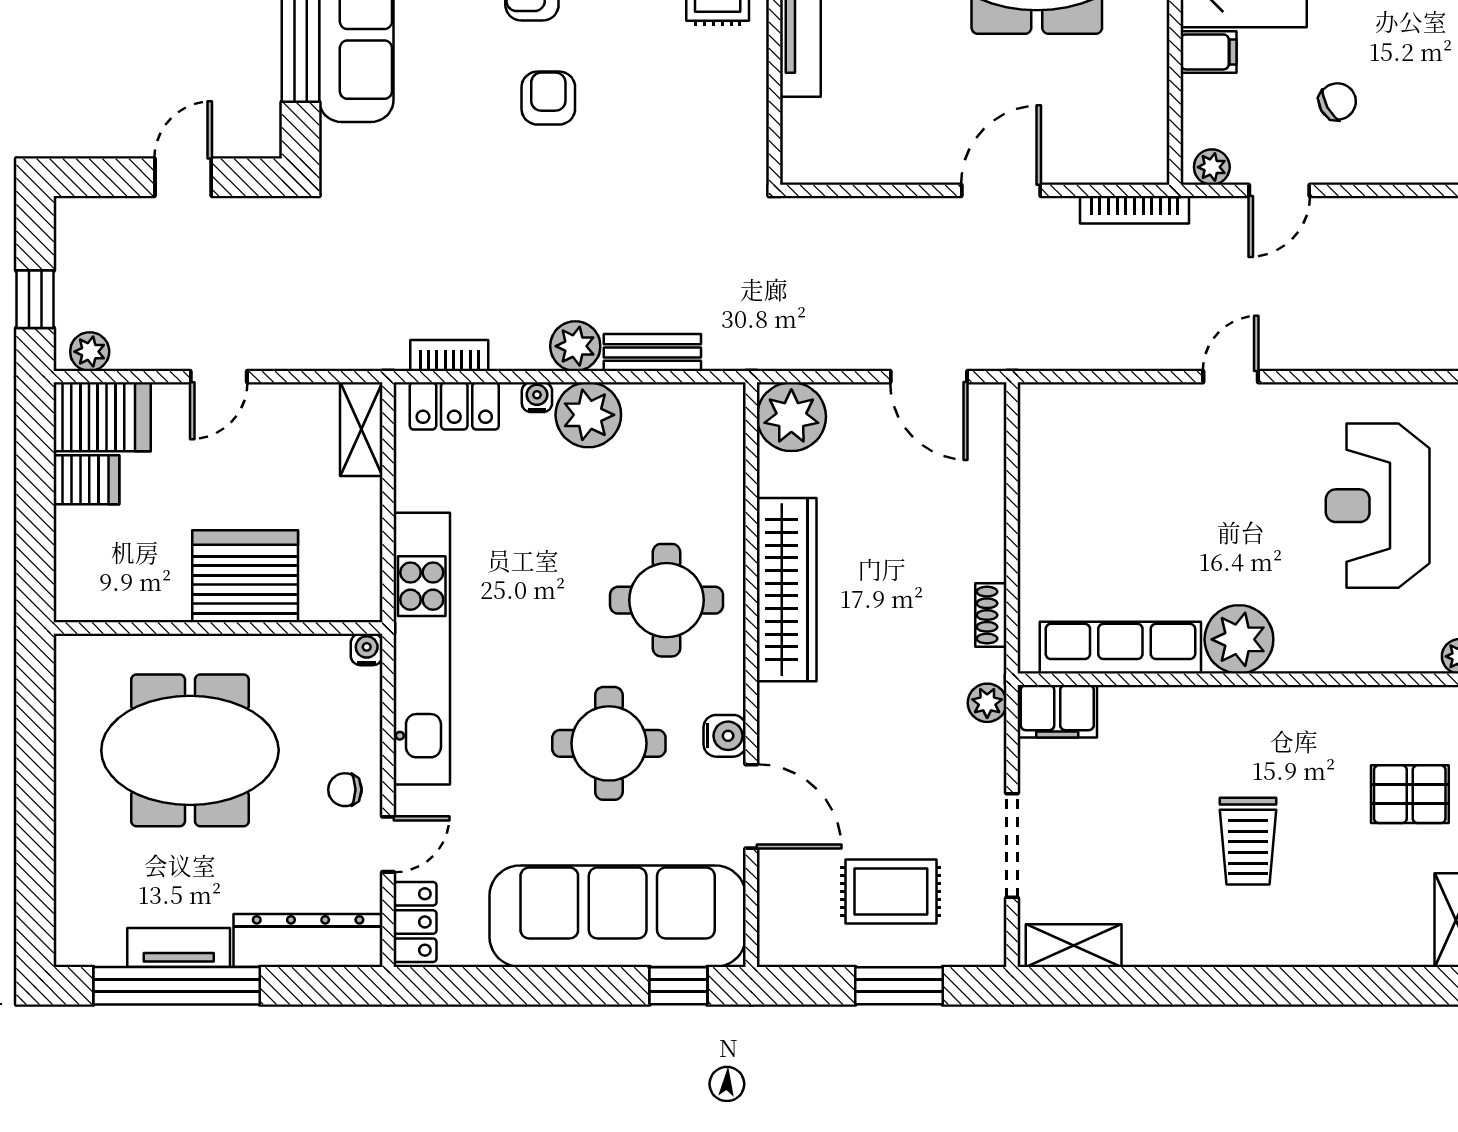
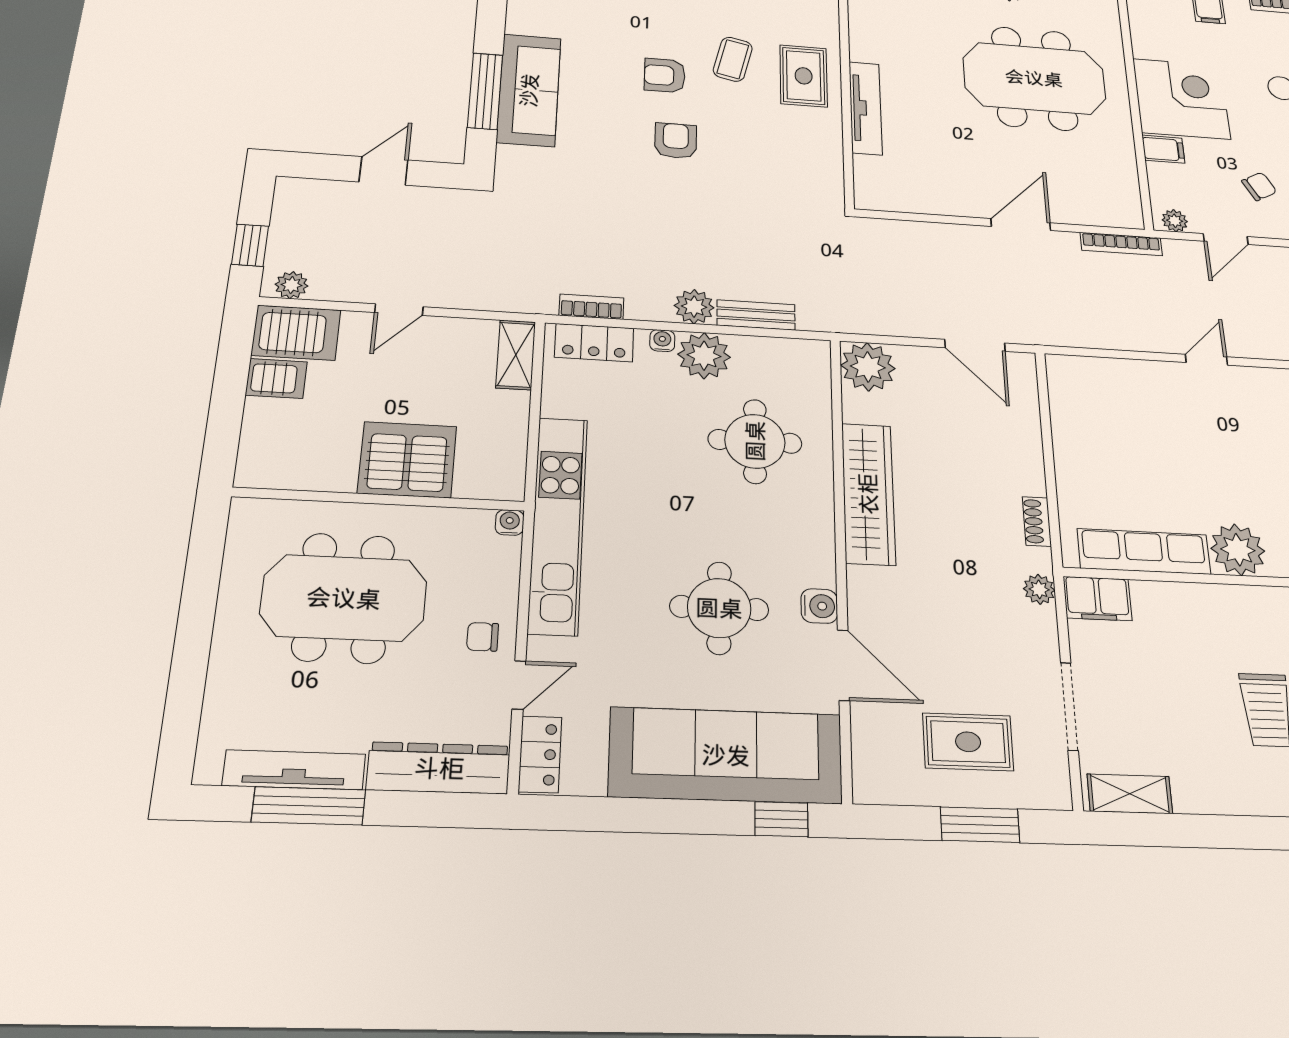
round table: (667, 600) -> (755, 441), moved
tv unit: (179, 947) -> (294, 770), width x1.41
window: (177, 986) -> (309, 806), width x0.68

